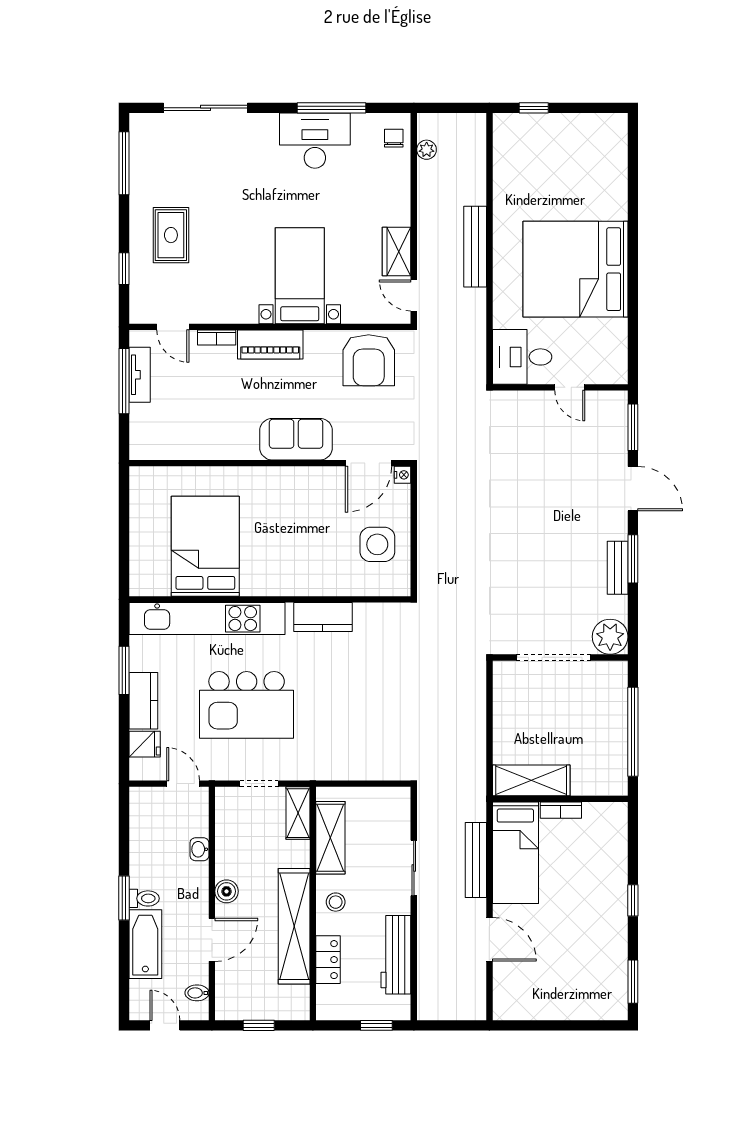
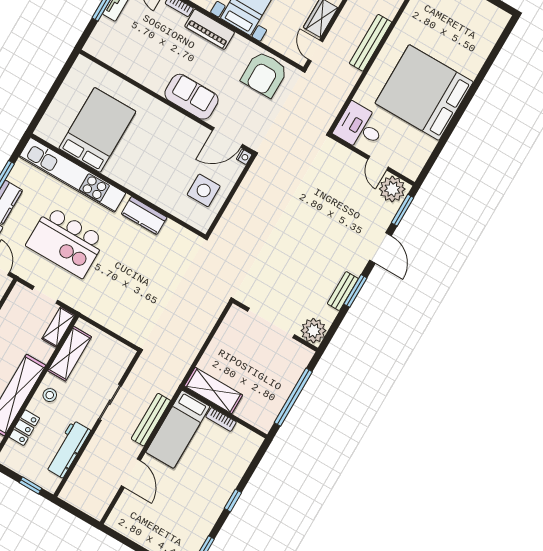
plant: (605, 409) -> (392, 189), added

